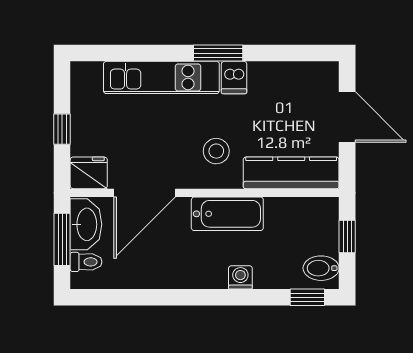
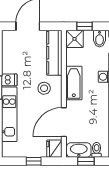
door: (145, 193) -> (64, 122), swing flipped
shower: (321, 215) -> (74, 39), added
window: (62, 239) -> (86, 161), width x0.67

